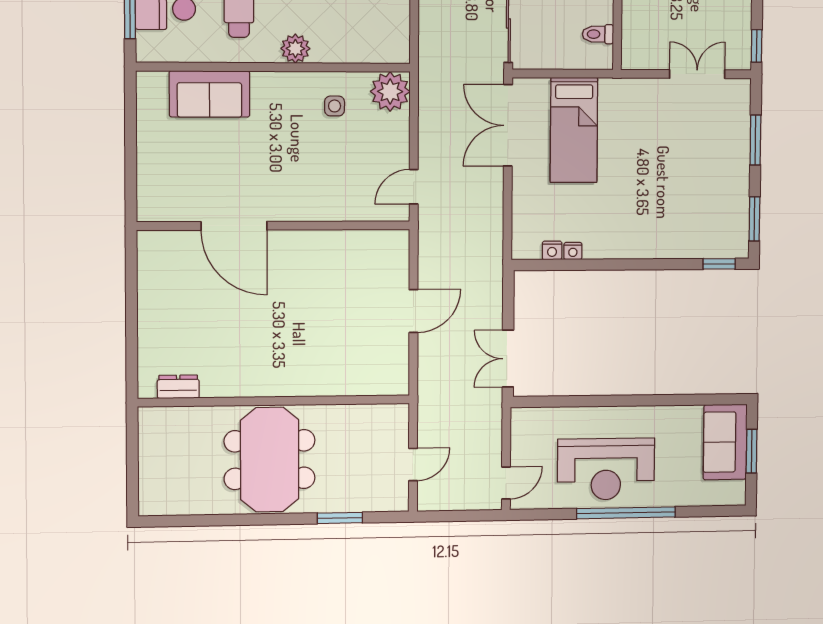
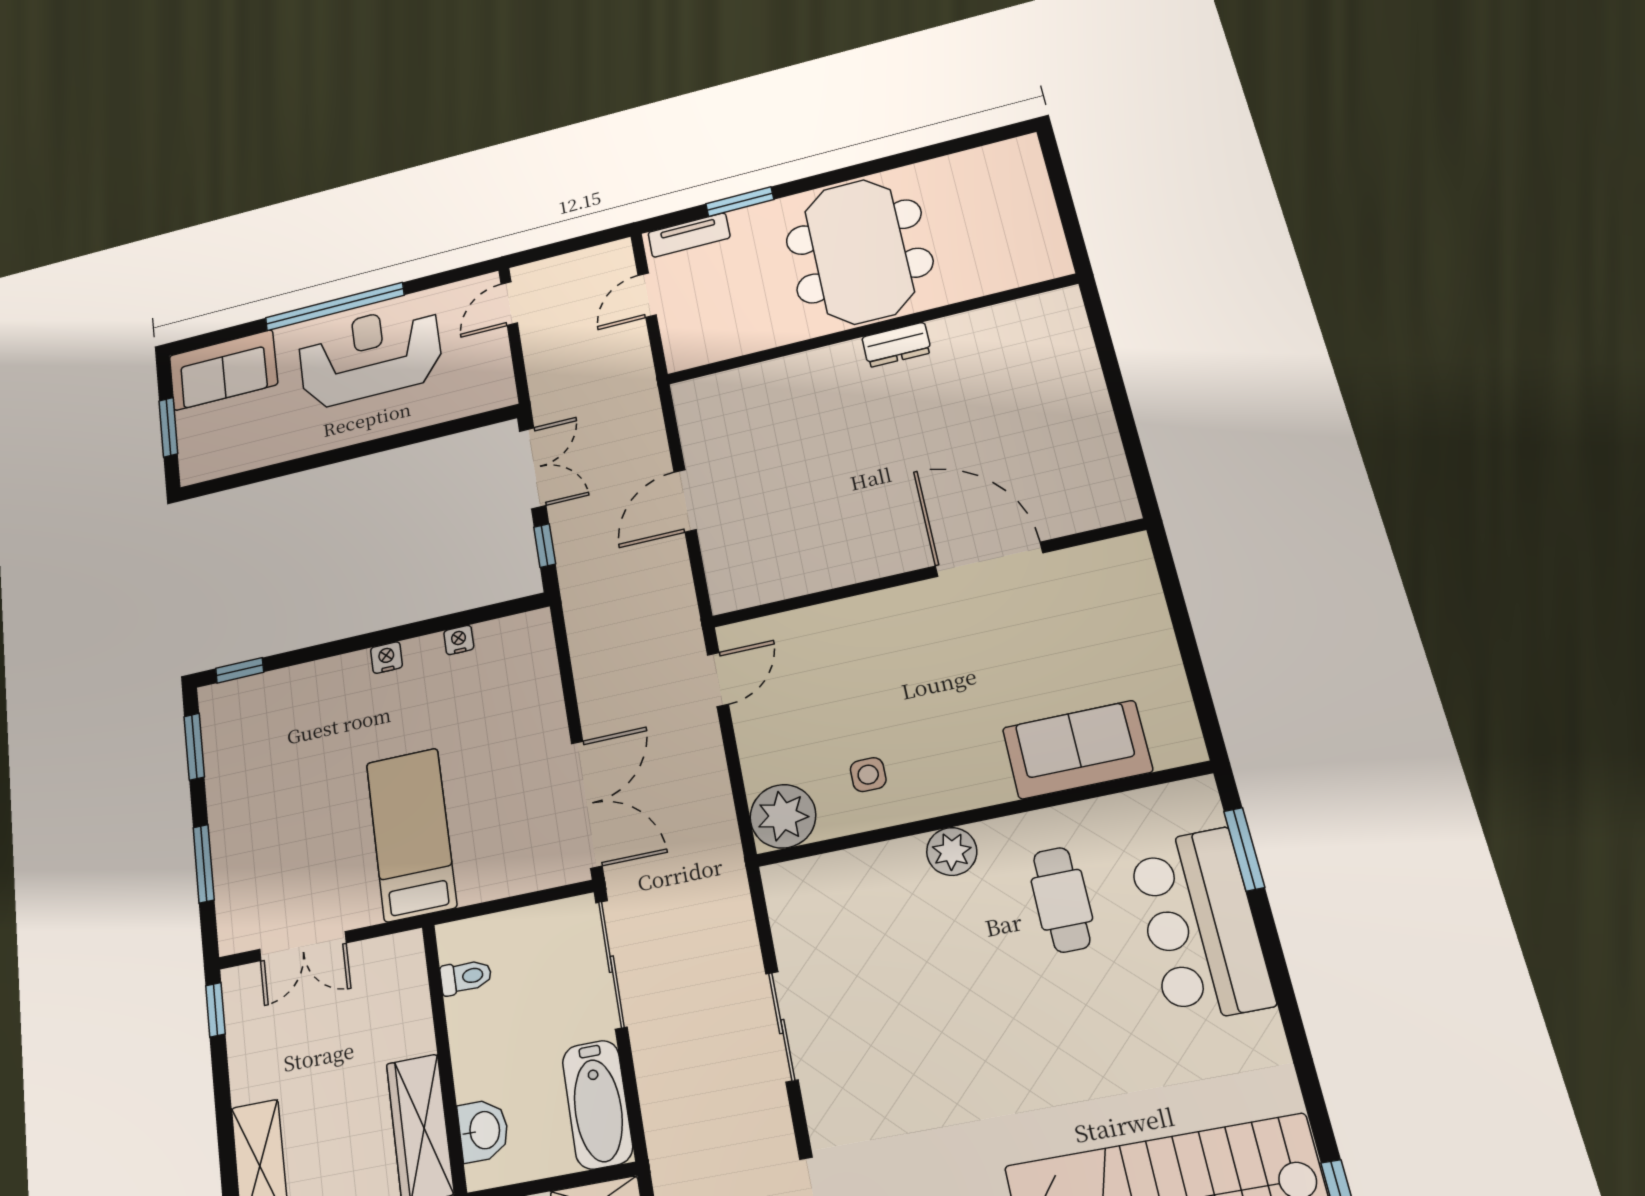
bed: (574, 130) -> (411, 834), moved
nightstand: (552, 250) -> (387, 658), moved
window: (508, 302) -> (545, 546), added
dresser: (178, 387) -> (897, 345), moved
sofa: (725, 442) -> (223, 370), moved, turned 90
tv unit: (378, 502) -> (689, 235), added

